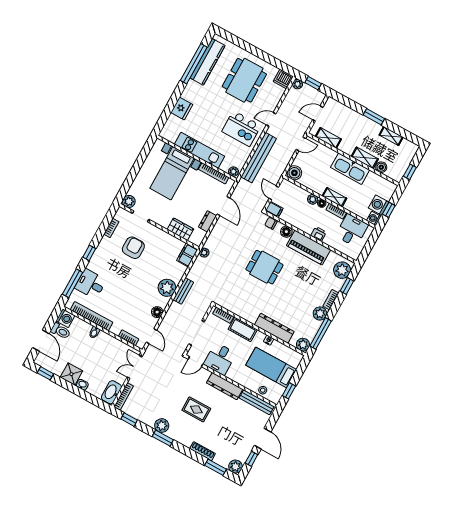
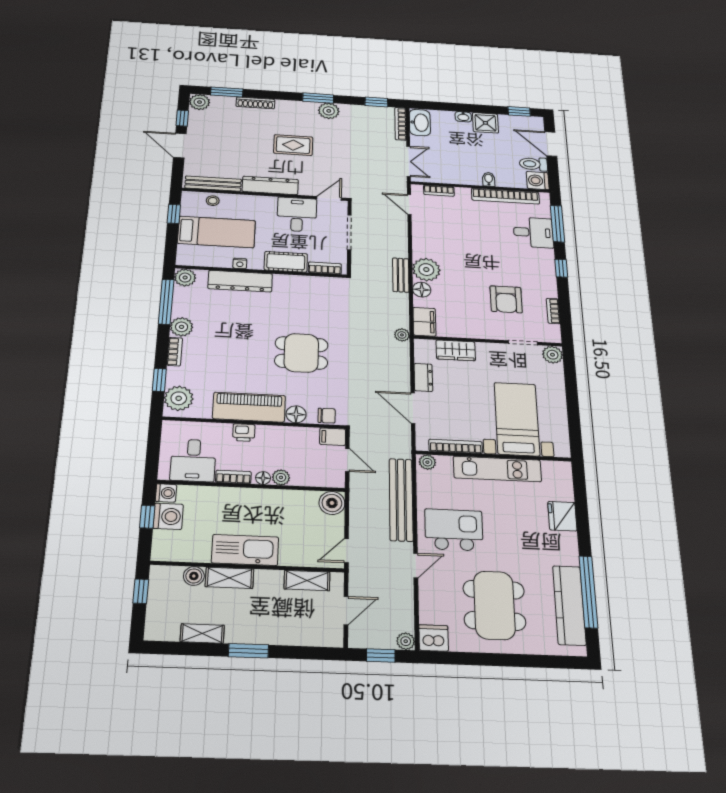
shelving: (334, 197) -> (248, 496), removed
floor lamp: (157, 312) -> (422, 290), moved

